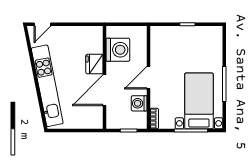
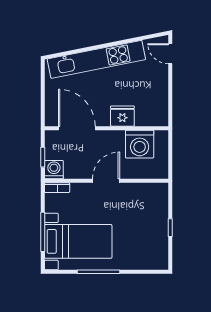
door: (148, 78) -> (106, 181), hinge flipped
door: (105, 90) -> (77, 128), moved
washing machine: (139, 103) -> (54, 170), moved

